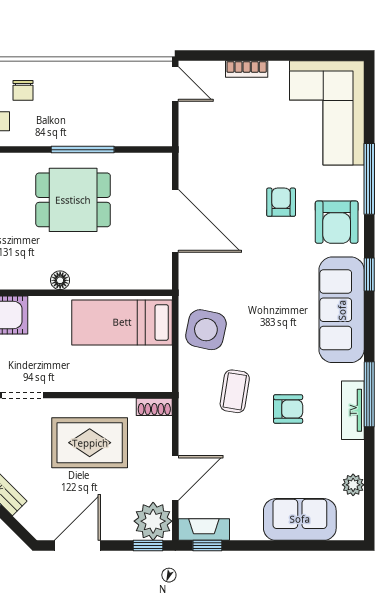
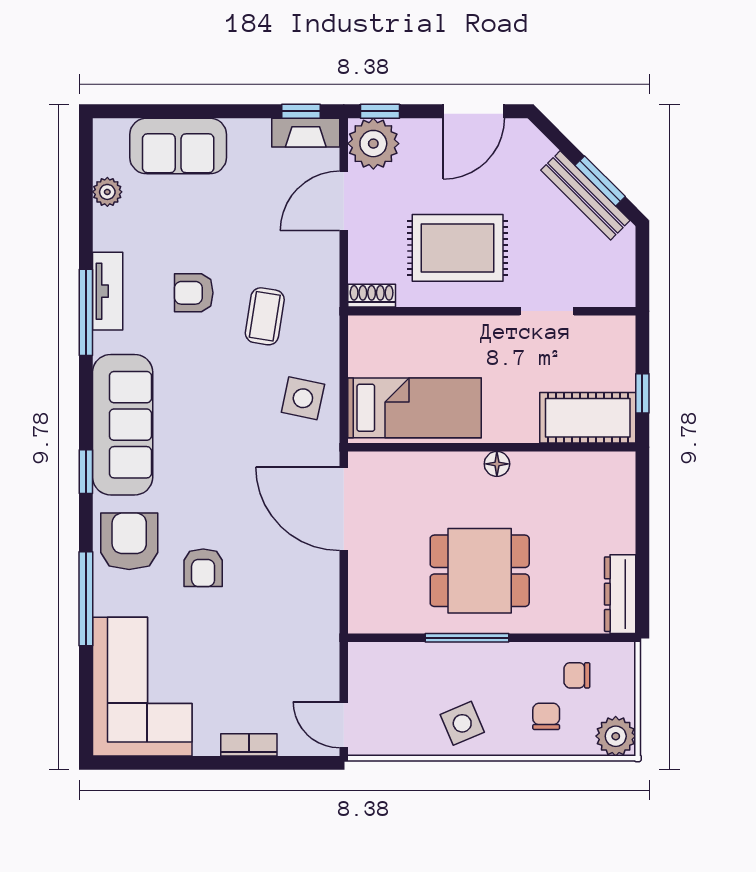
side table: (86, 85) -> (462, 723), added
door: (175, 221) -> (344, 509), moved
side table: (206, 330) -> (303, 398), width x0.73, depth x0.73

